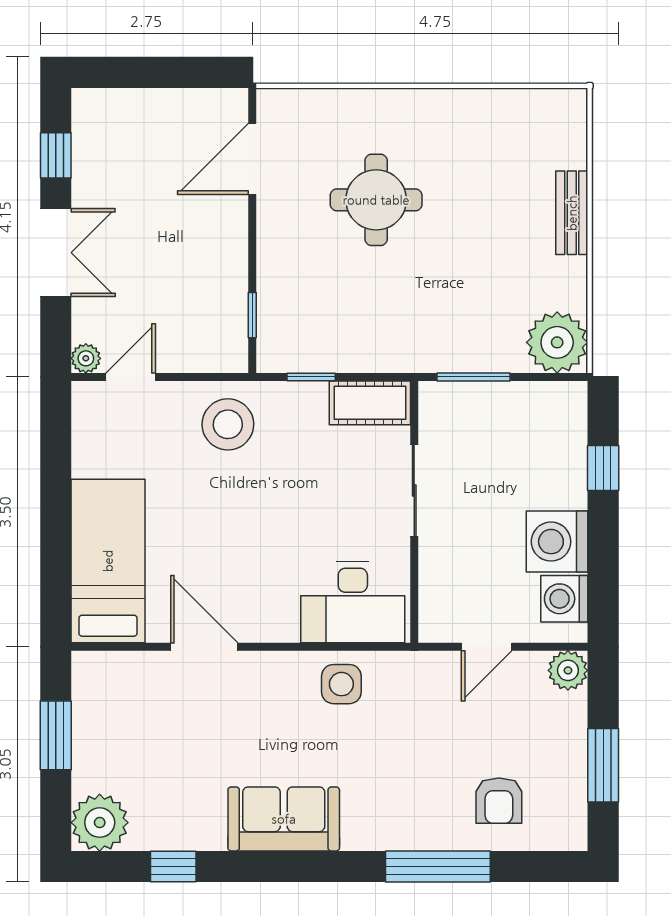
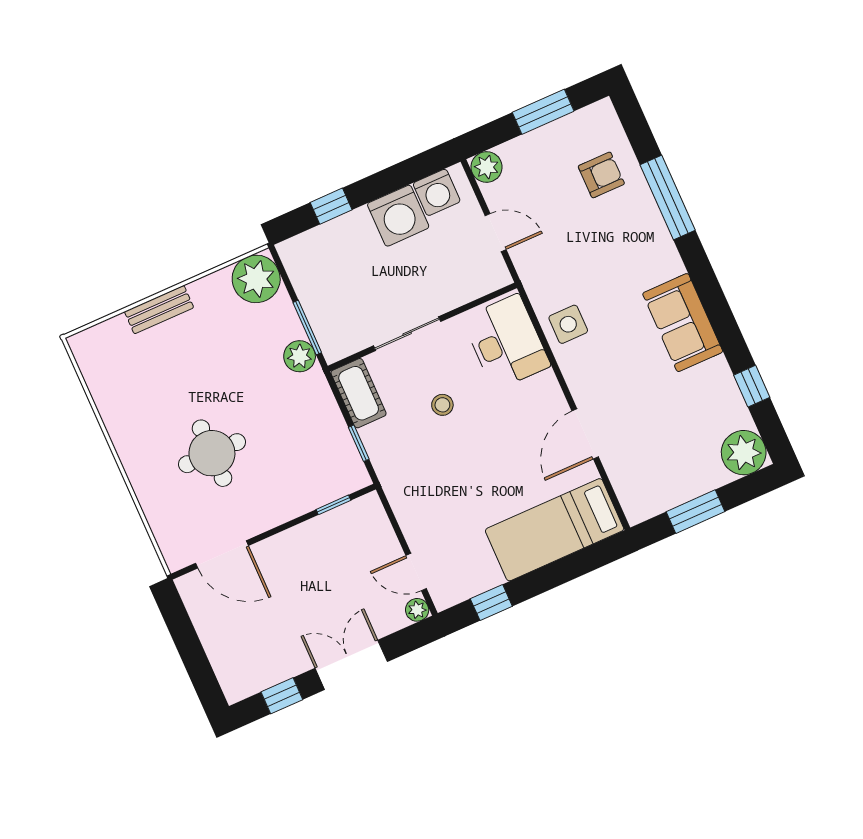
plant: (444, 353) -> (300, 356), added
stool: (228, 424) -> (442, 405), moved, width x0.53, depth x0.53
window: (56, 449) -> (491, 603), added

